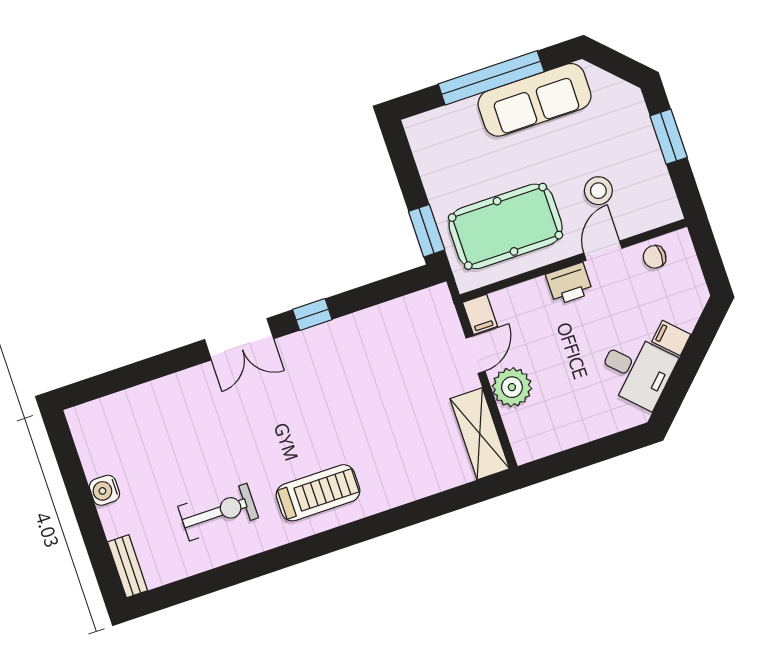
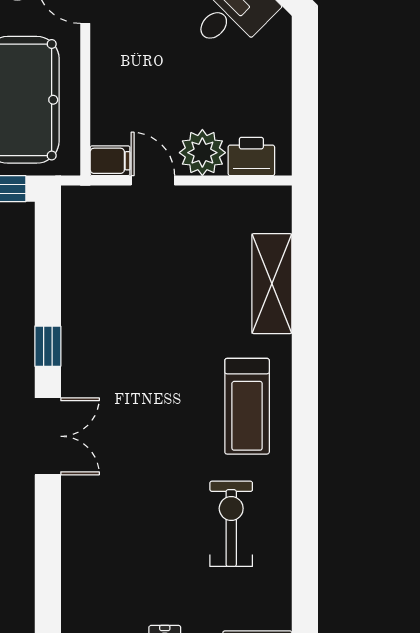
printer: (569, 284) -> (251, 157), moved, turned -90
shelving: (480, 434) -> (272, 284), moved, turned 90
treadmill: (318, 493) -> (247, 406), turned 180

